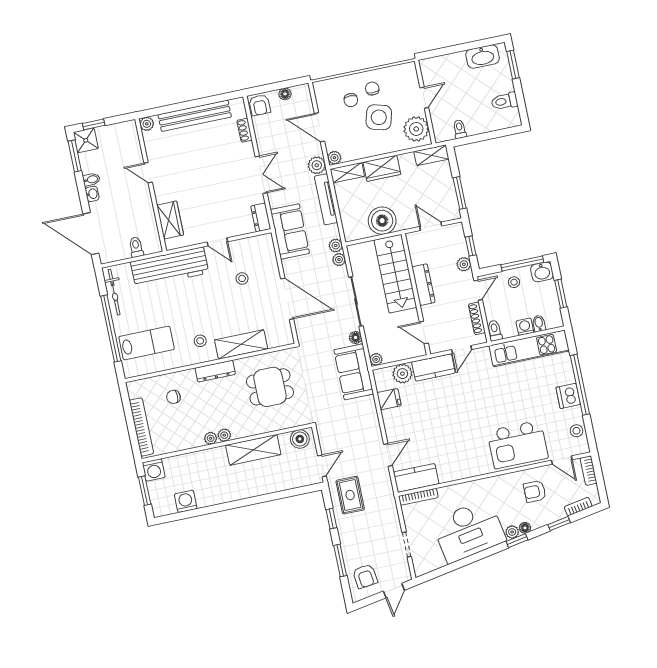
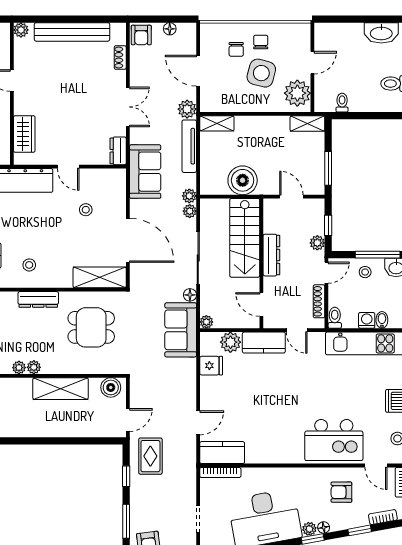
plant: (334, 158) -> (207, 105), removed
wardrobe: (382, 168) -> (254, 126), removed
shelving: (241, 344) -> (100, 277), moved
door: (462, 350) -> (297, 330), hinge flipped

